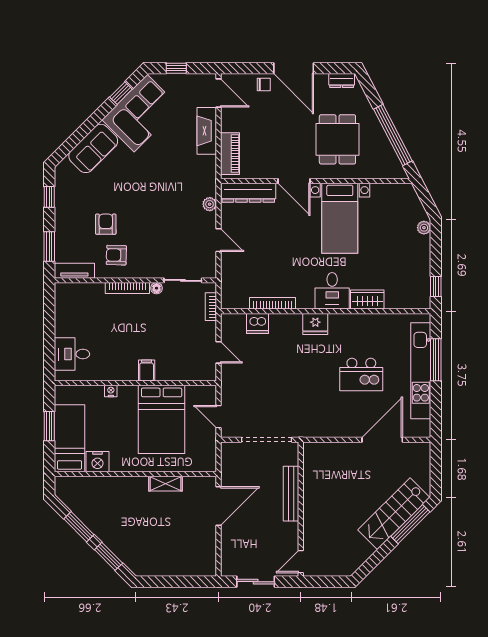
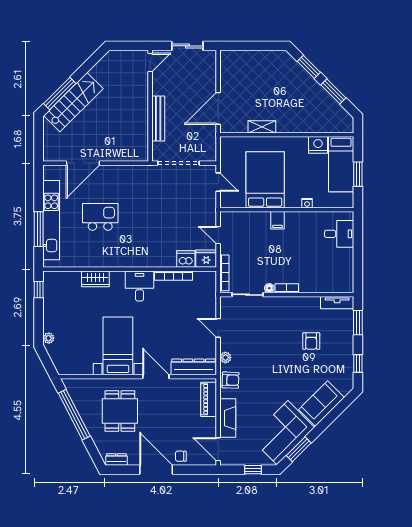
window: (121, 93) -> (299, 449), width x1.50
armchair: (116, 255) -> (230, 380), moved
bookcase: (127, 288) -> (287, 288), width x0.64
desk: (332, 291) -> (139, 286), moved
bookcase: (211, 307) -> (224, 273), width x1.56
fridge: (315, 324) -> (206, 259), moved

